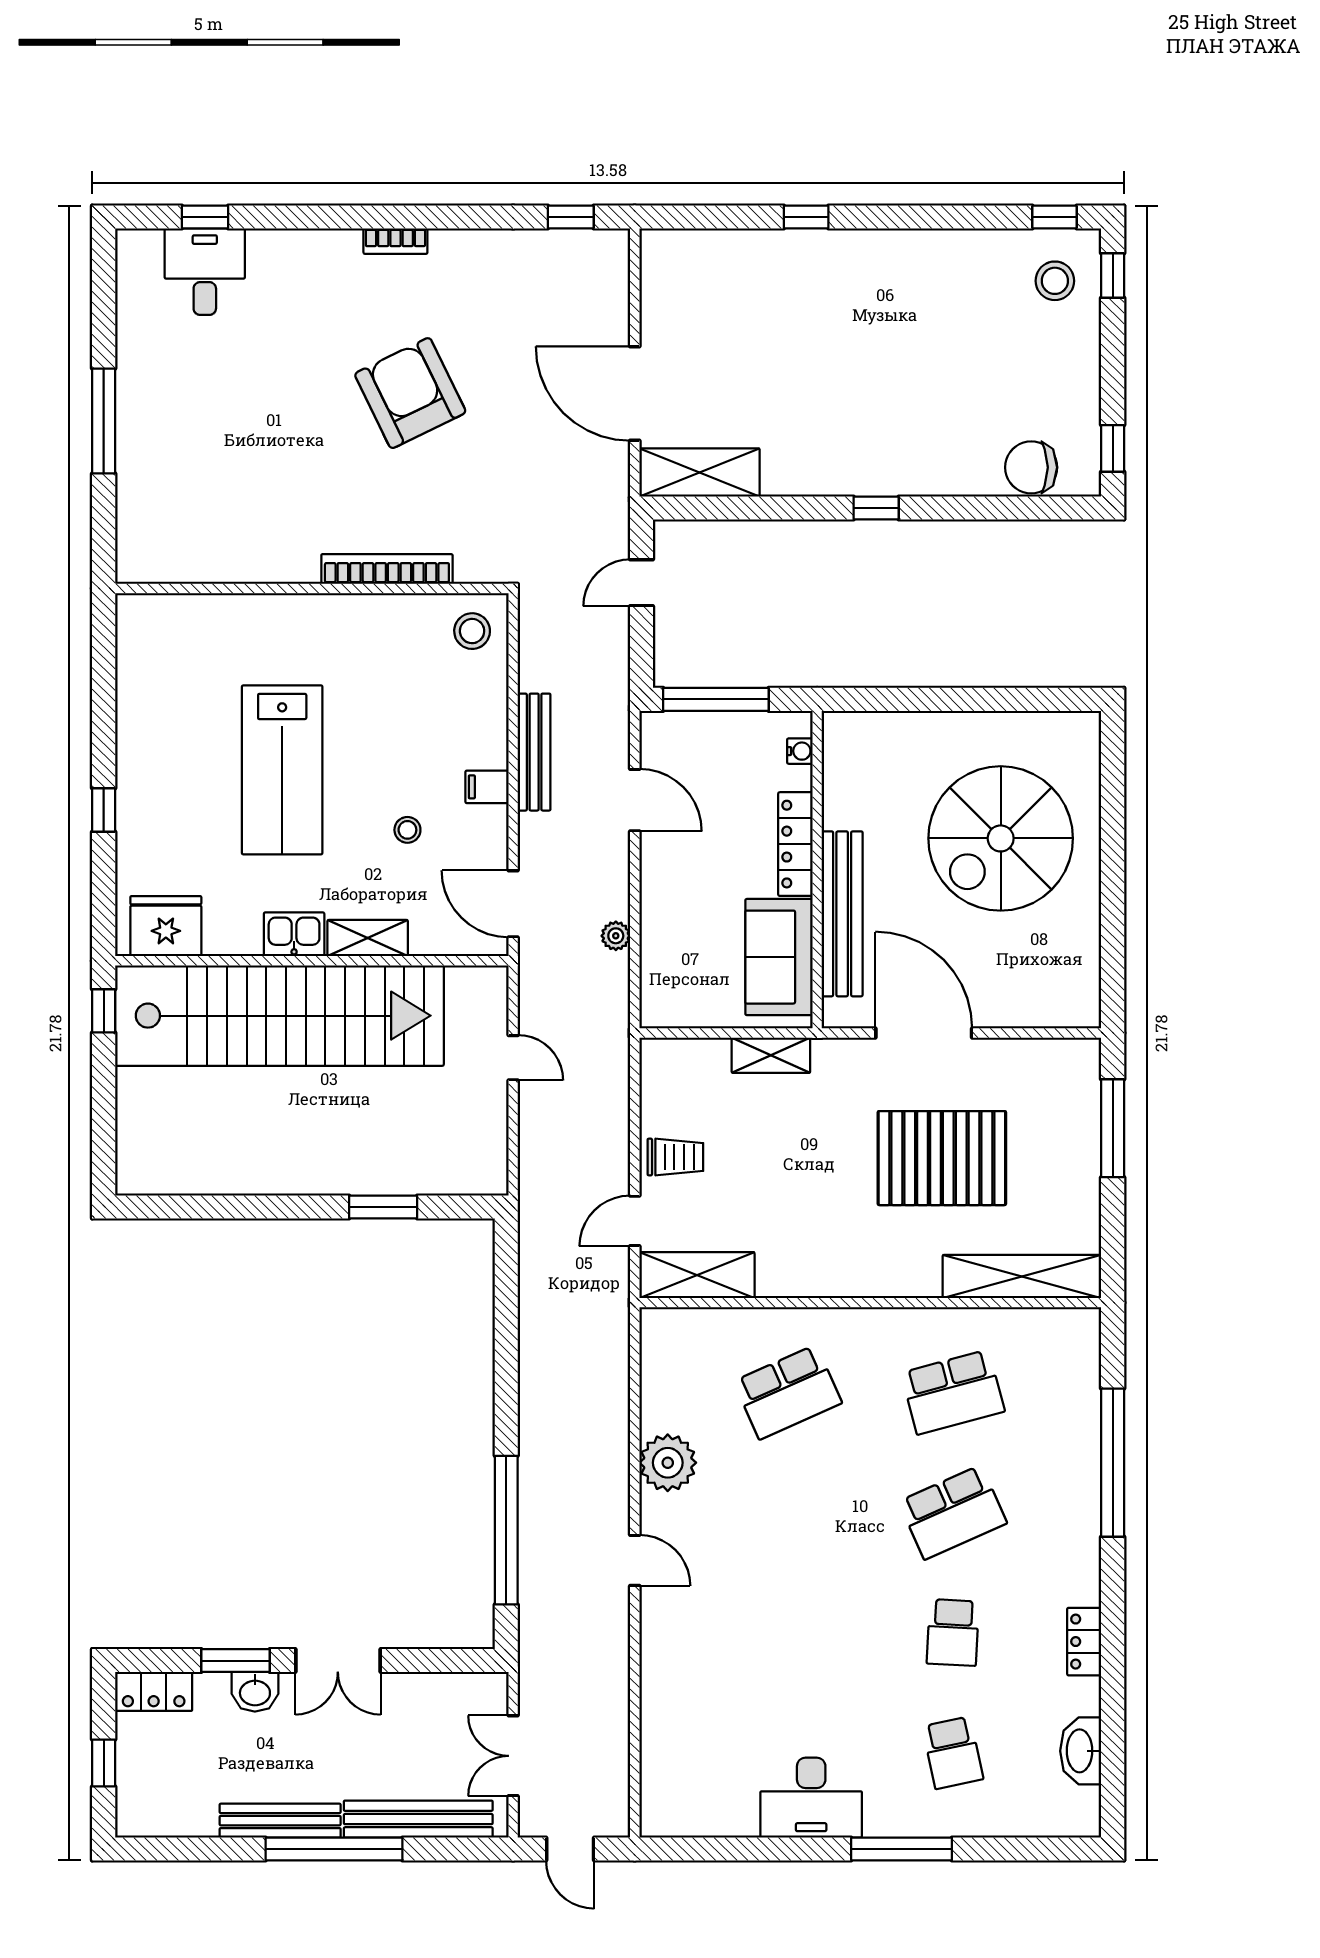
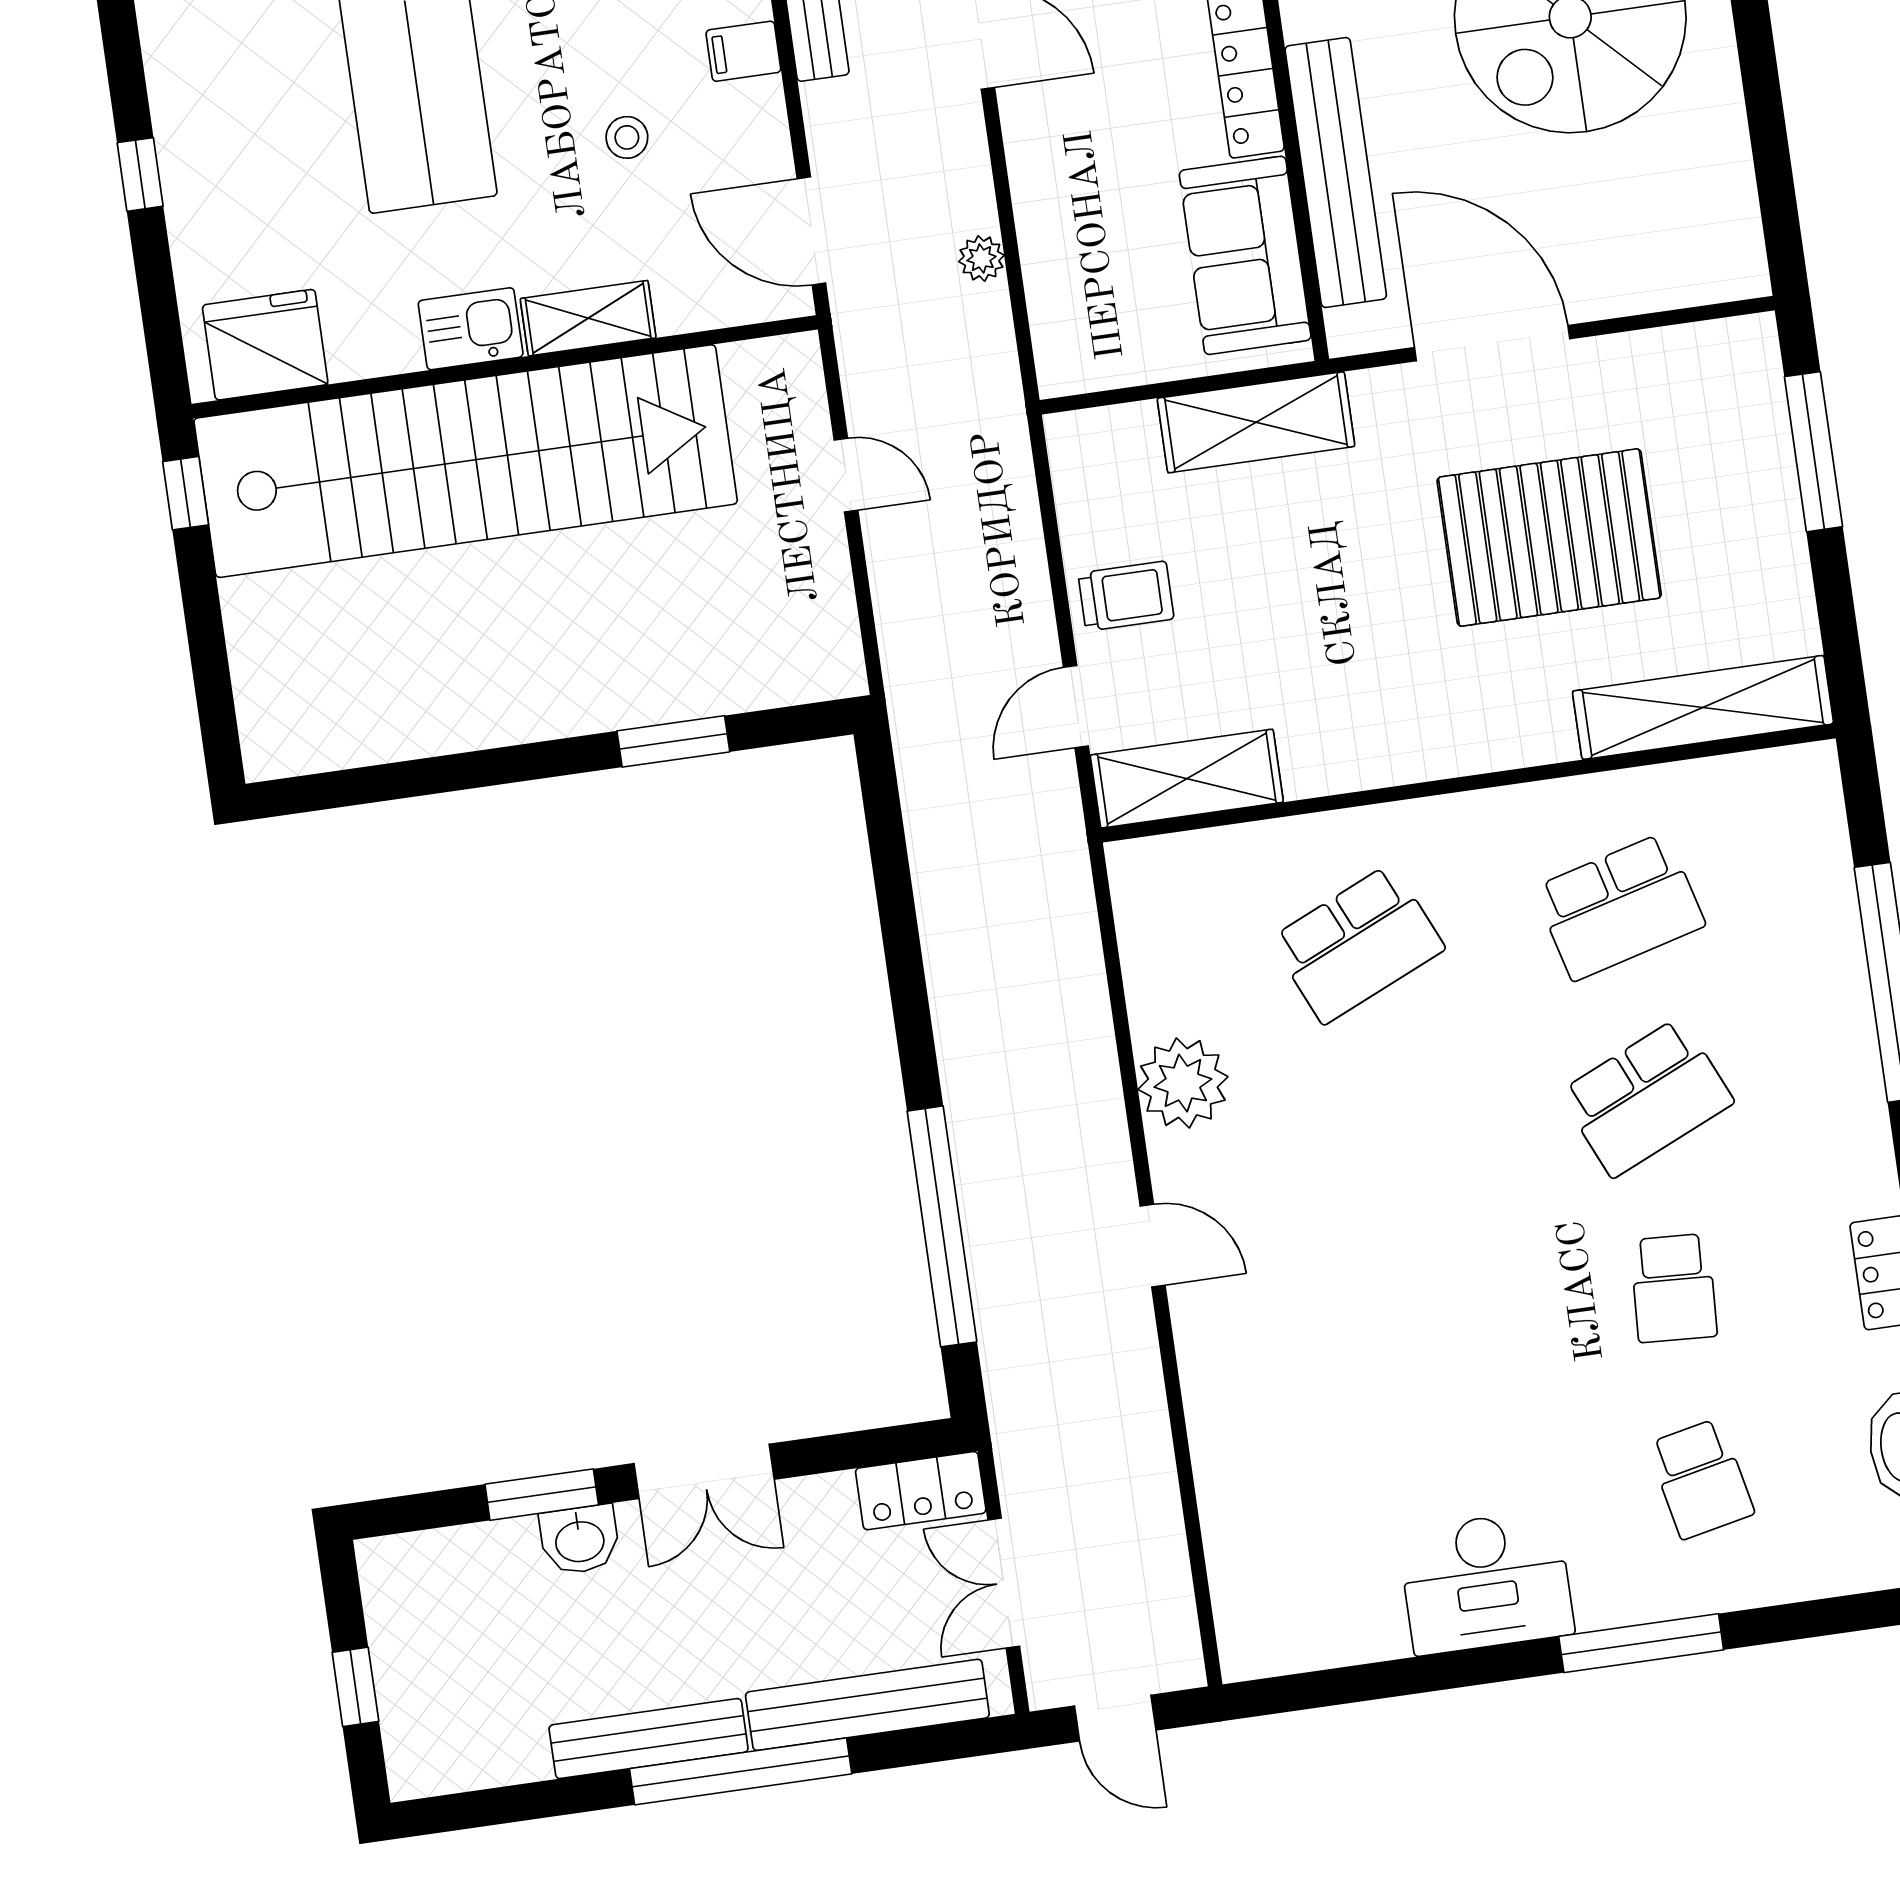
shelving: (771, 1055) -> (1256, 422), width x1.50, depth x1.33
locker: (154, 1691) -> (921, 1491), moved

